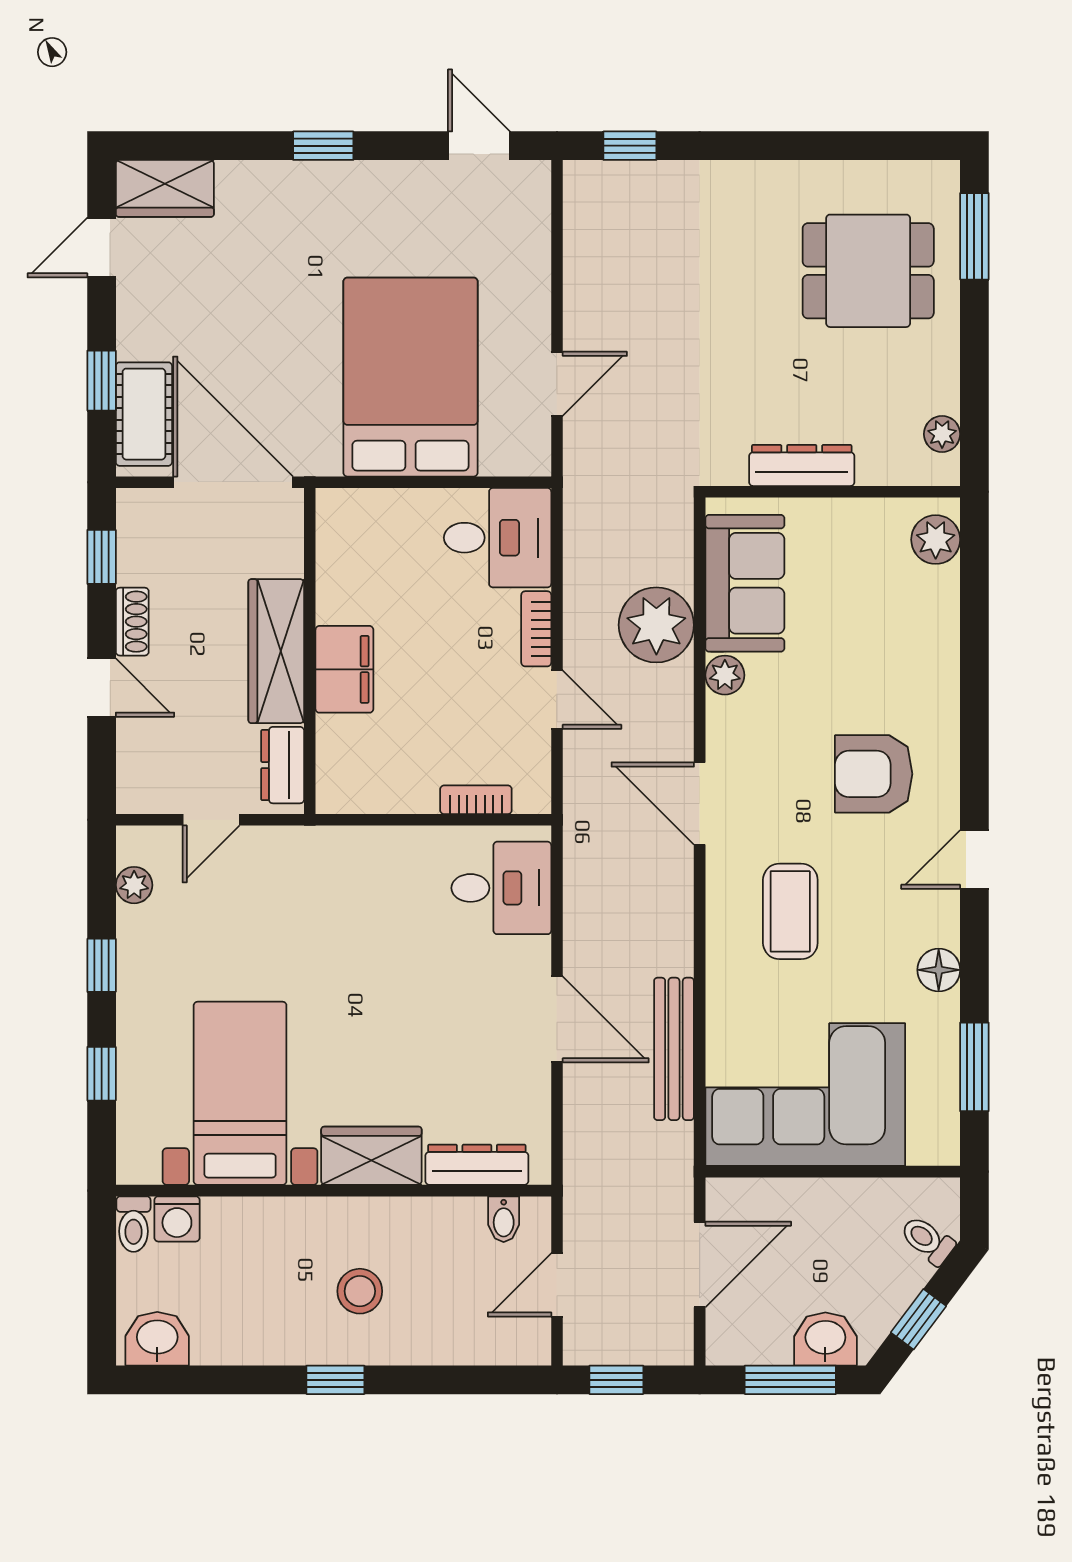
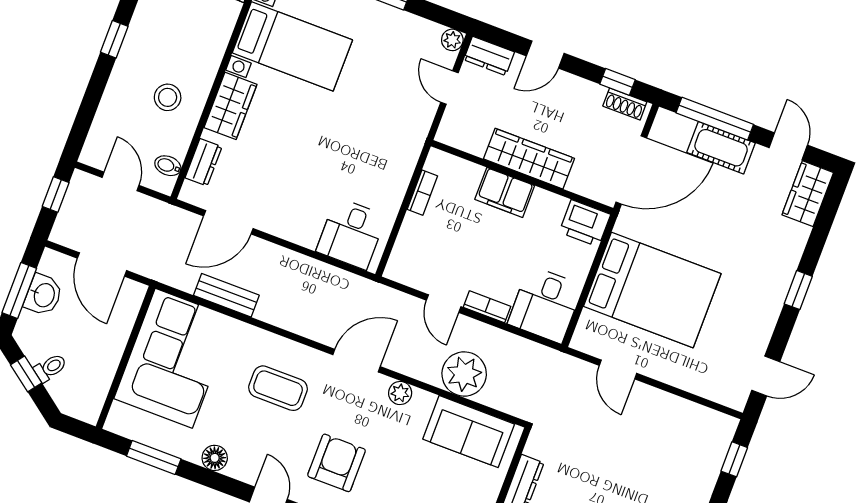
window: (102, 381) -> (715, 119), width x2.17
cot: (144, 414) -> (721, 148), moved
printer: (345, 524) -> (585, 223), added
shoe rack: (132, 622) -> (625, 104), moved
plant: (725, 675) -> (400, 393), moved
door: (557, 700) -> (444, 304), hinge flipped
dresser: (283, 765) -> (489, 56), moved, turned 180
bookcase: (476, 800) -> (422, 193), moved
plant: (134, 885) -> (452, 40), moved
door: (557, 1019) -> (228, 222), moved
bench: (674, 1049) -> (226, 295), width x0.73
dresser: (477, 1165) -> (204, 162), width x0.70
toilet: (927, 1240) -> (50, 368), moved
stool: (360, 1291) -> (168, 97), moved
washbasin: (825, 1339) -> (43, 295), moved

